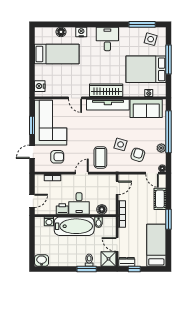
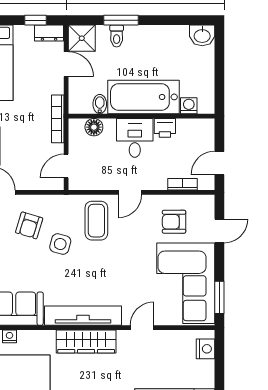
door: (75, 98) -> (142, 328), hinge flipped
window: (32, 125) -> (219, 297), moved
door: (32, 201) -> (219, 163), moved

